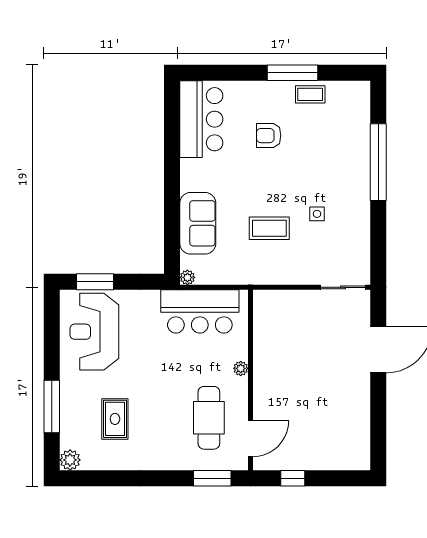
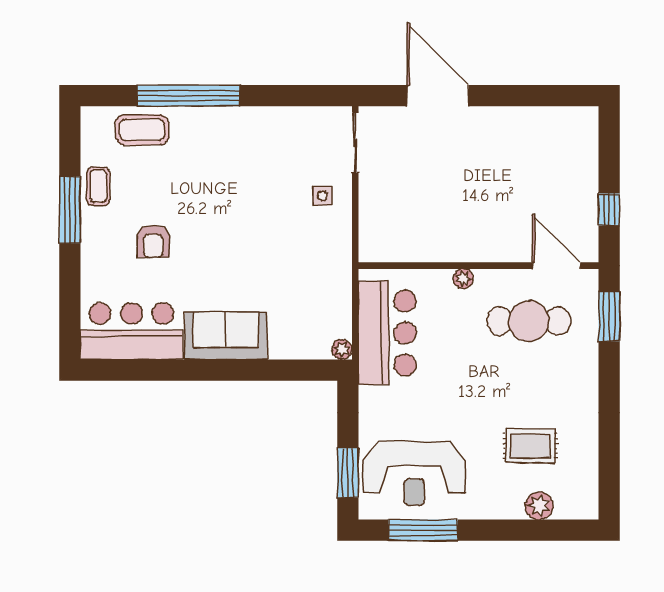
side table: (317, 214) -> (322, 196), moved
sofa: (198, 223) -> (226, 336), moved
coffee table: (269, 228) -> (142, 130), moved, turned 90
window: (52, 407) -> (423, 530), moved
plant: (70, 460) -> (539, 506), moved

